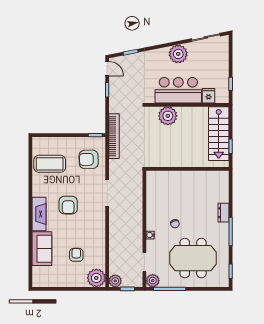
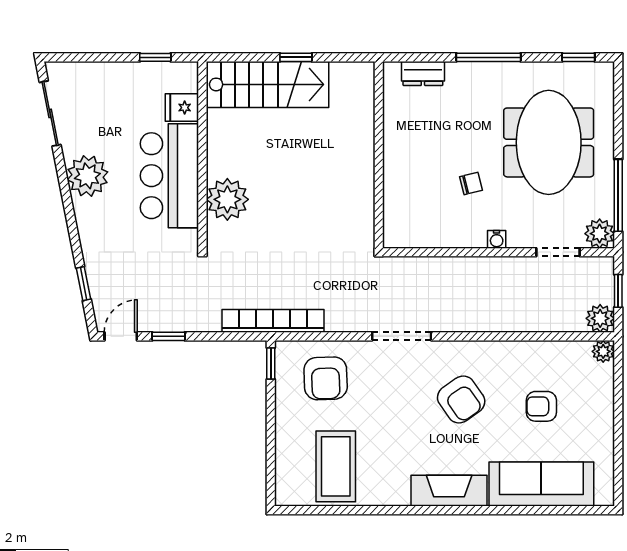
wall: (188, 169) -> (379, 155), moved
armchair: (68, 205) -> (461, 399), moved, turned 55
dresser: (224, 213) -> (423, 73), moved
sofa: (42, 249) -> (541, 484), width x1.36
plant: (96, 278) -> (603, 351), width x0.53, depth x0.53

